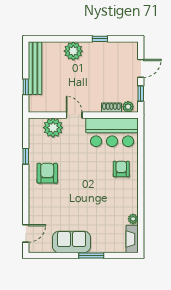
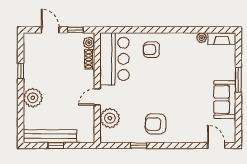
window: (26, 87) -> (56, 146), moved

